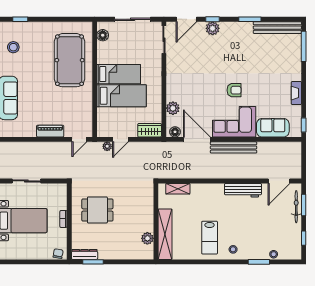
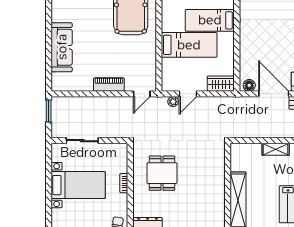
bed: (119, 74) -> (210, 20), moved, turned 180
plant: (173, 108) -> (247, 59), removed
shelving: (178, 189) -> (276, 149), moved
dining table: (97, 210) -> (162, 173), turned 90
plant: (147, 238) -> (218, 205), removed

